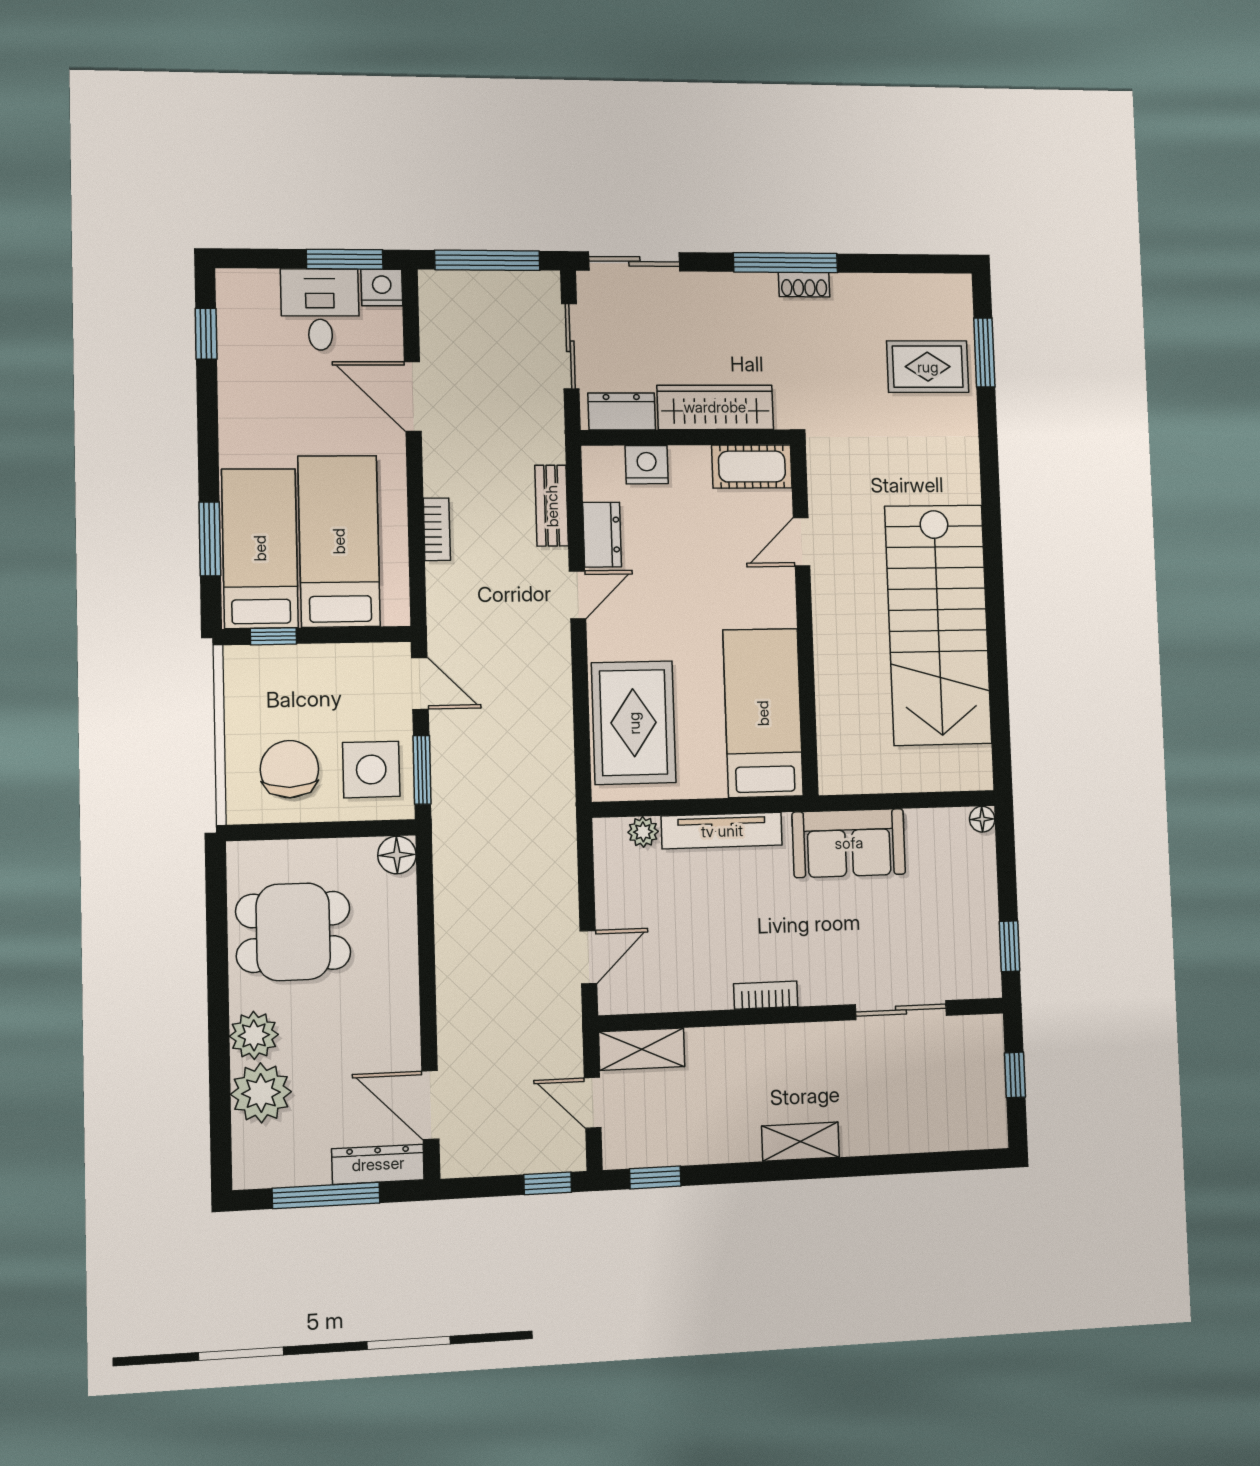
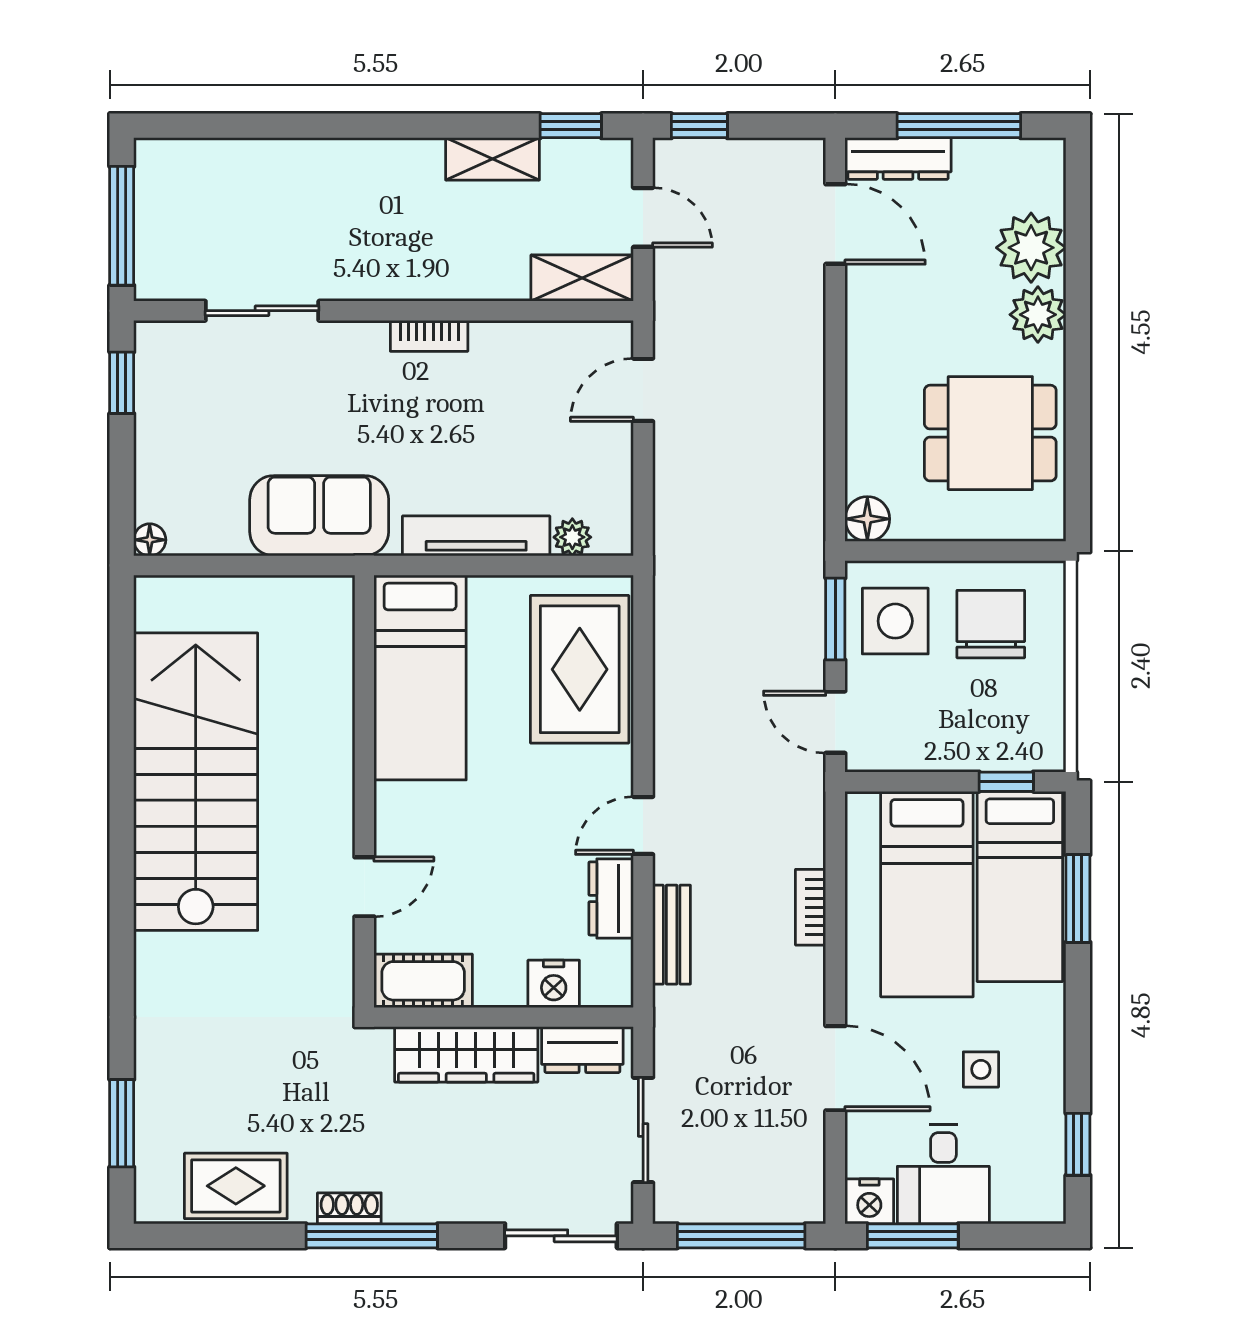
rug: (928, 367) -> (236, 1186), moved
side table: (290, 396) -> (981, 1069), added
chair: (289, 769) -> (991, 624), turned 180
window: (1015, 1075) -> (122, 226), width x2.17
shelving: (800, 1142) -> (493, 159), moved

